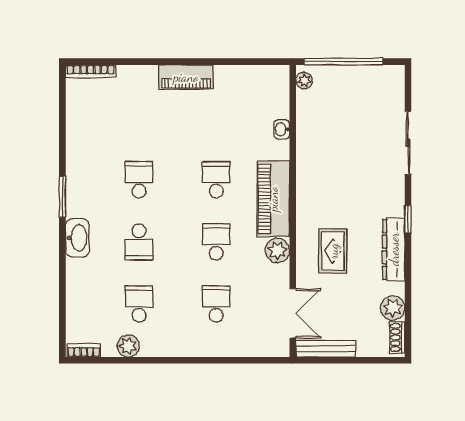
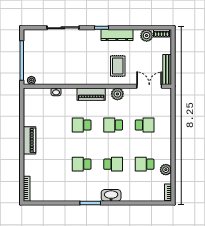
piano: (273, 199) -> (91, 94), width x0.73, depth x0.75
rug: (333, 251) -> (118, 66), turned 90
school desk: (216, 304) -> (145, 125), turned 180

